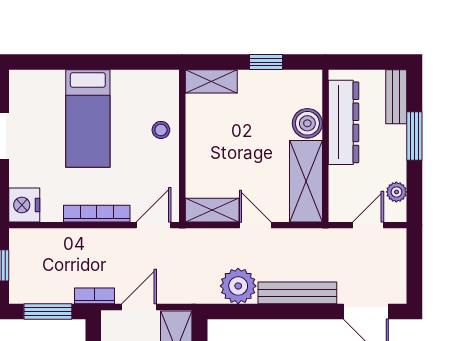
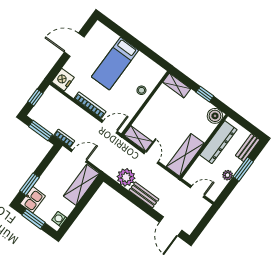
boiler: (307, 123) -> (215, 116), moved
plant: (396, 192) -> (228, 175), moved
bench: (297, 293) -> (144, 195), width x0.73

